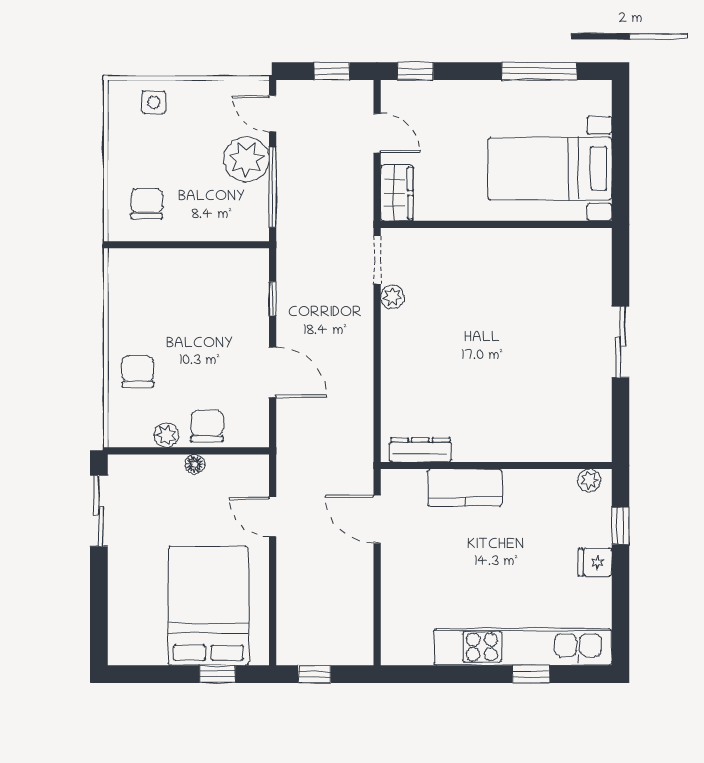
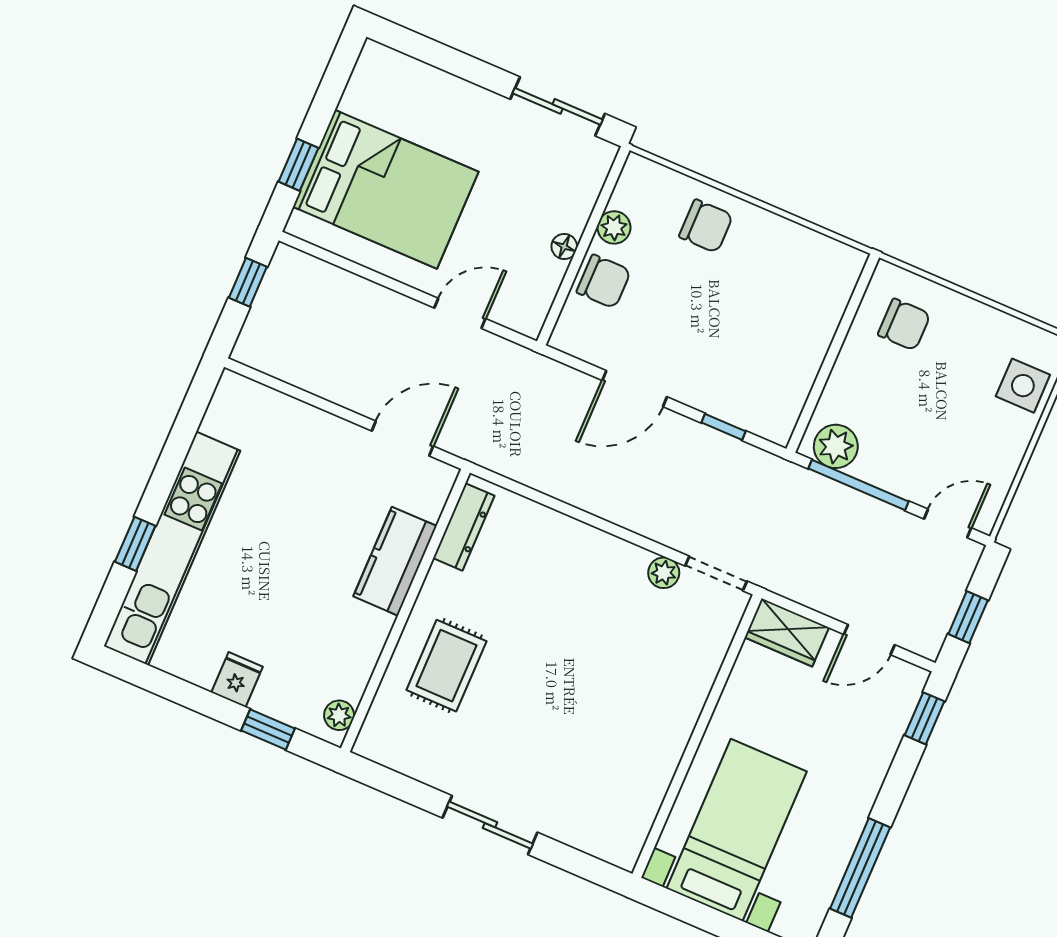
side table: (154, 102) -> (1023, 386), width x1.37, depth x1.37
plant: (246, 159) -> (836, 446), moved, width x0.73, depth x0.73
rug: (522, 420) -> (446, 666), added

